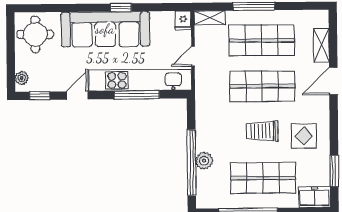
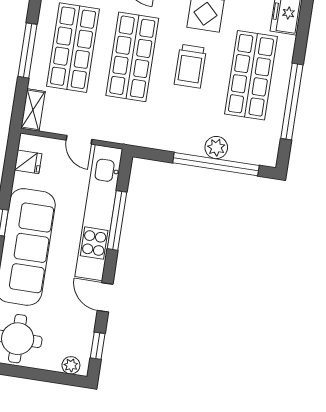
fridge: (183, 20) -> (28, 162), moved

